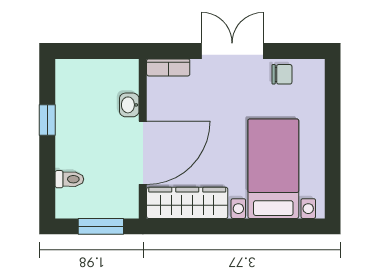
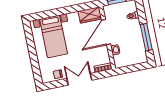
double door: (232, 51) -> (79, 79), swing flipped
window: (47, 120) -> (146, 37), width x2.17
wardrobe: (187, 203) -> (90, 15), width x0.67

